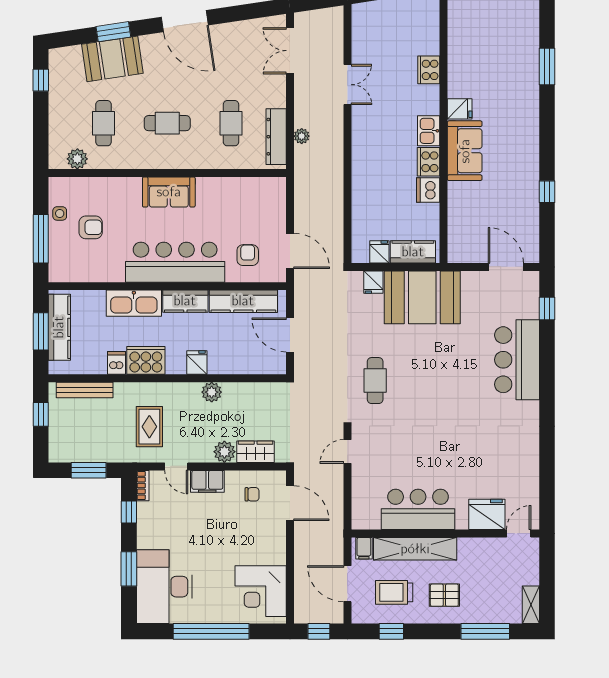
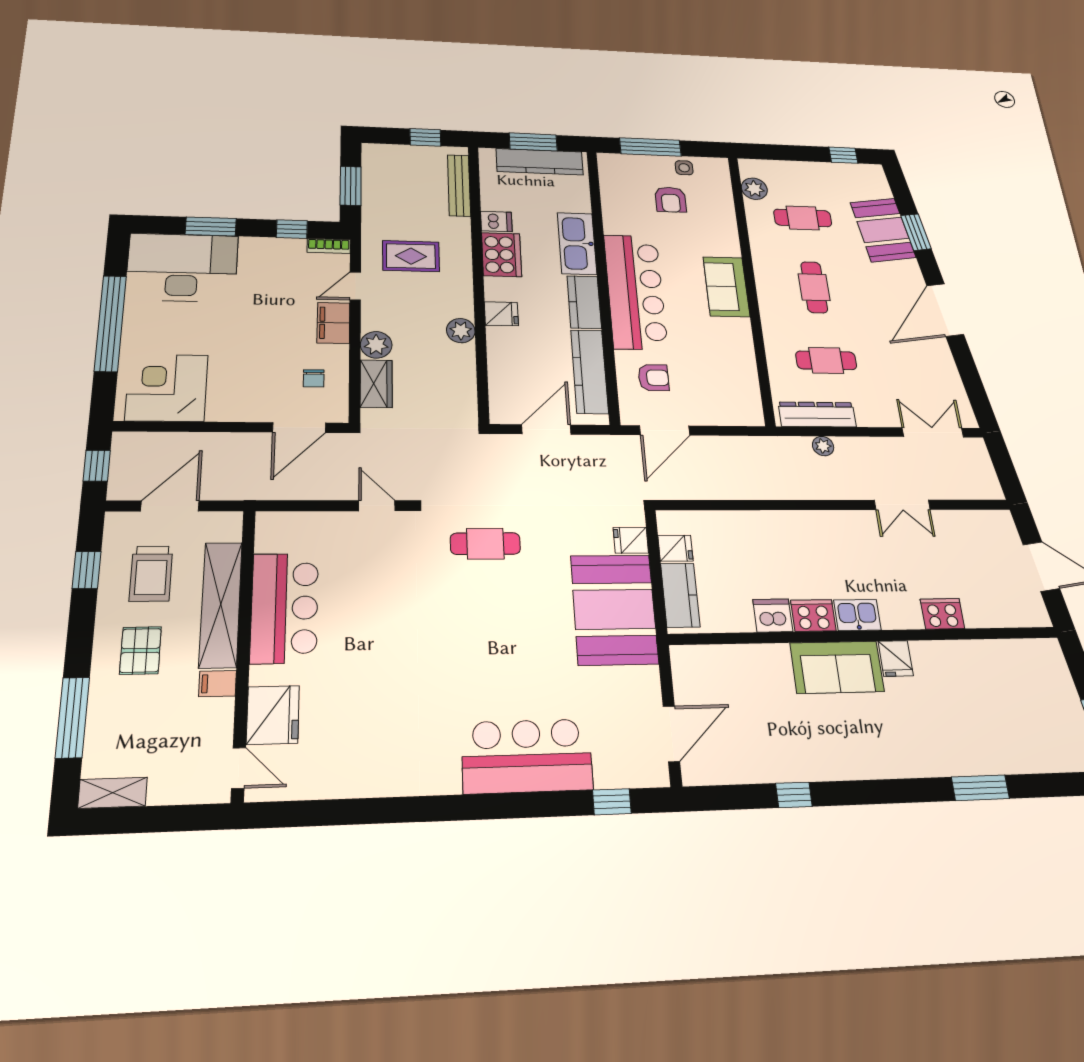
filing cabinet: (364, 548) -> (218, 684), moved
trolley: (394, 592) -> (151, 574), turned 180

